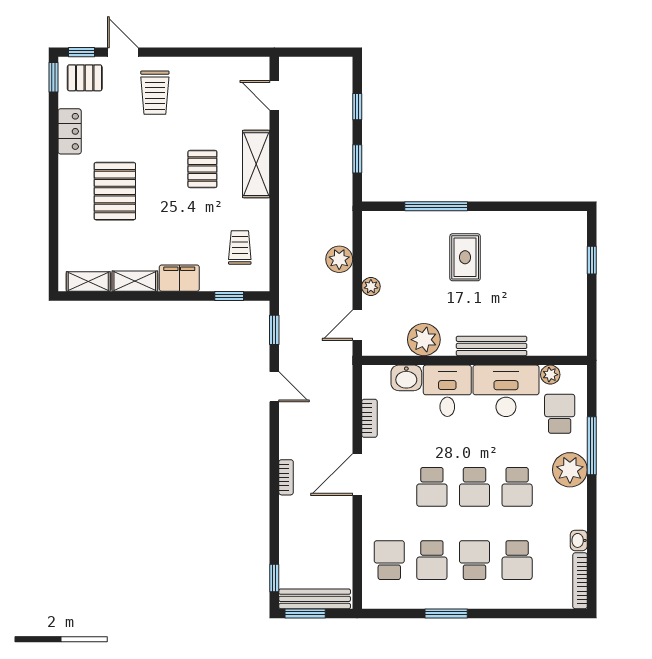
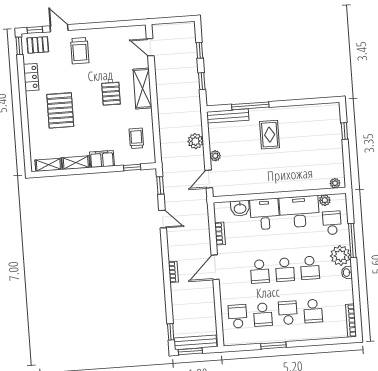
plant: (424, 340) -> (335, 183), moved, width x0.53, depth x0.53
bench: (492, 346) -> (228, 116), moved
washbasin: (579, 540) -> (347, 273), moved

